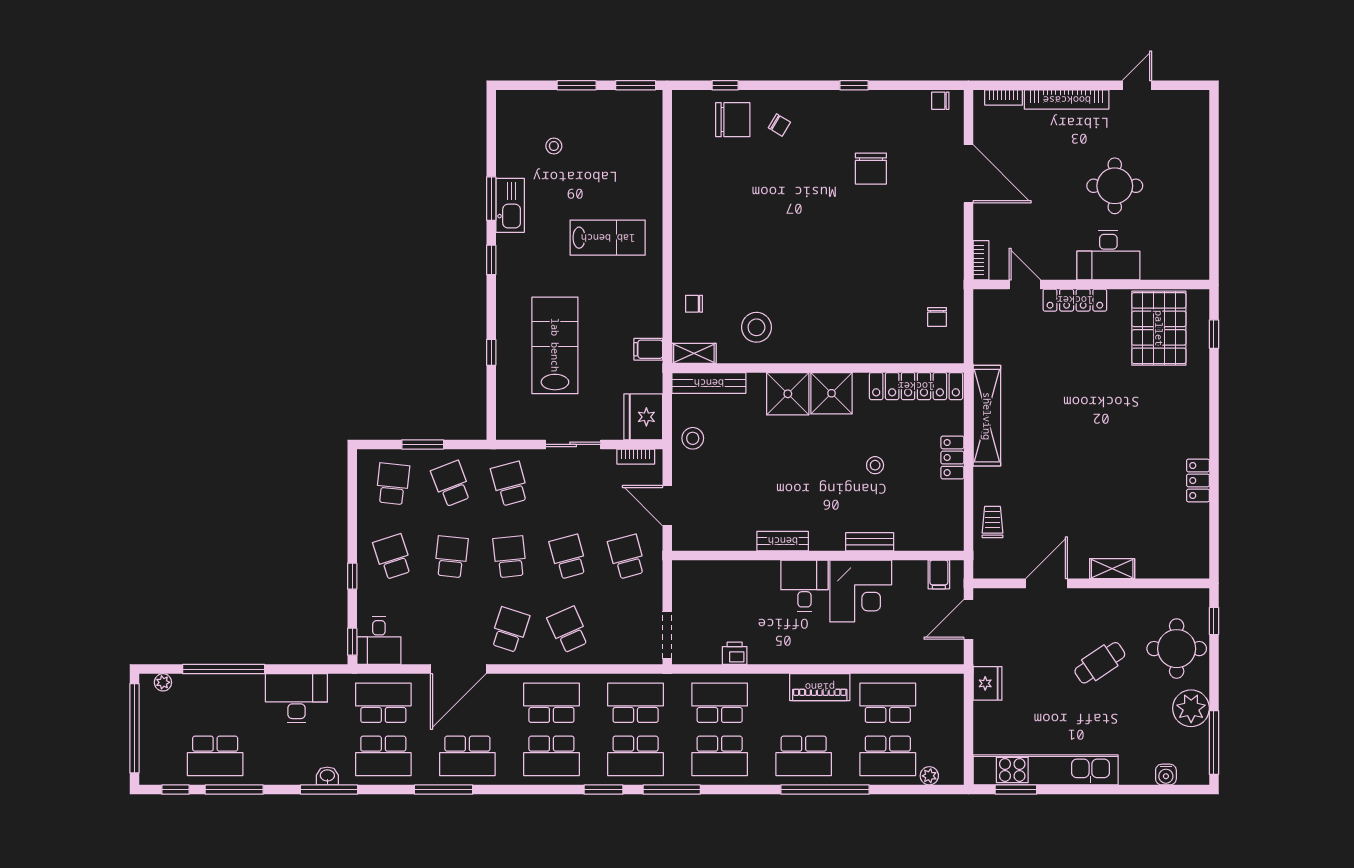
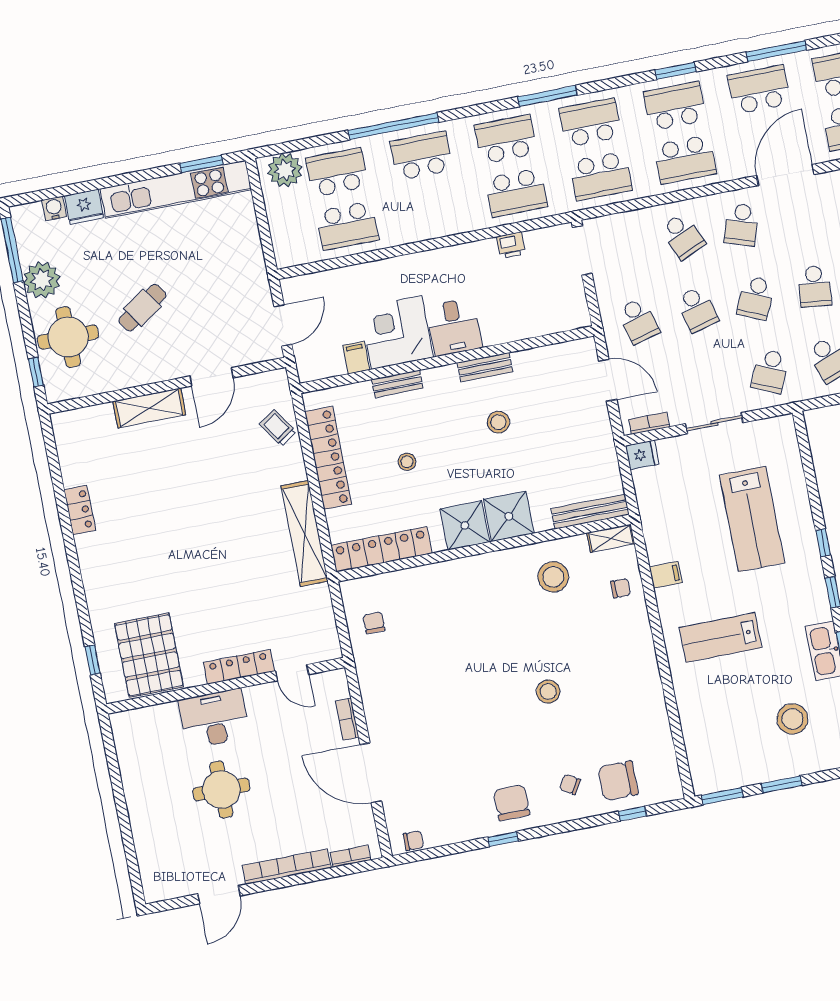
door: (1137, 85) -> (219, 895), width x1.38
stool: (554, 146) -> (792, 719), width x1.89, depth x1.89
chair: (871, 169) -> (512, 803), moved
stool: (783, 218) -> (548, 692), added
bookcase: (981, 260) -> (347, 719), moved
filing cabinet: (648, 349) -> (666, 575), moved
window: (491, 352) -> (823, 543), moved
fridge: (643, 417) -> (642, 455), width x0.53, depth x0.75
stool: (693, 438) -> (498, 422), moved
locker: (952, 458) -> (328, 458), width x2.16, depth x1.21
school desk: (510, 484) -> (770, 371), turned 39
trolley: (993, 522) -> (278, 428), turned 146
school desk: (510, 557) -> (756, 298), turned 30
shelving: (1112, 569) -> (149, 408), width x1.50, depth x1.33
filing cabinet: (939, 575) -> (356, 358), moved
fridge: (988, 683) -> (84, 207), moved, turned -90
piano: (820, 687) -> (419, 228), removed
plant: (929, 776) -> (285, 170), width x1.88, depth x1.88
window: (603, 790) -> (675, 71), moved

